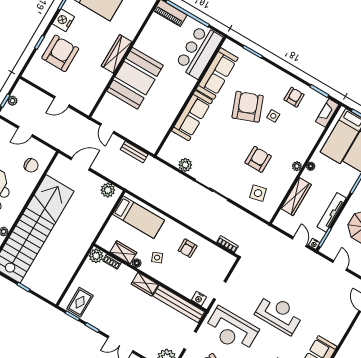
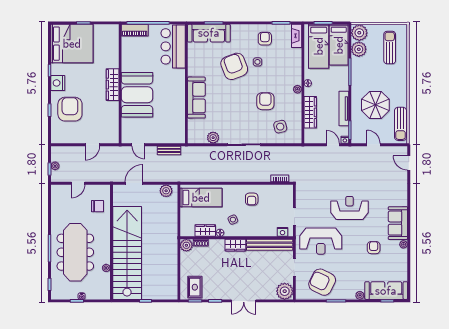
sofa: (217, 74) -> (209, 33), moved, turned 90

